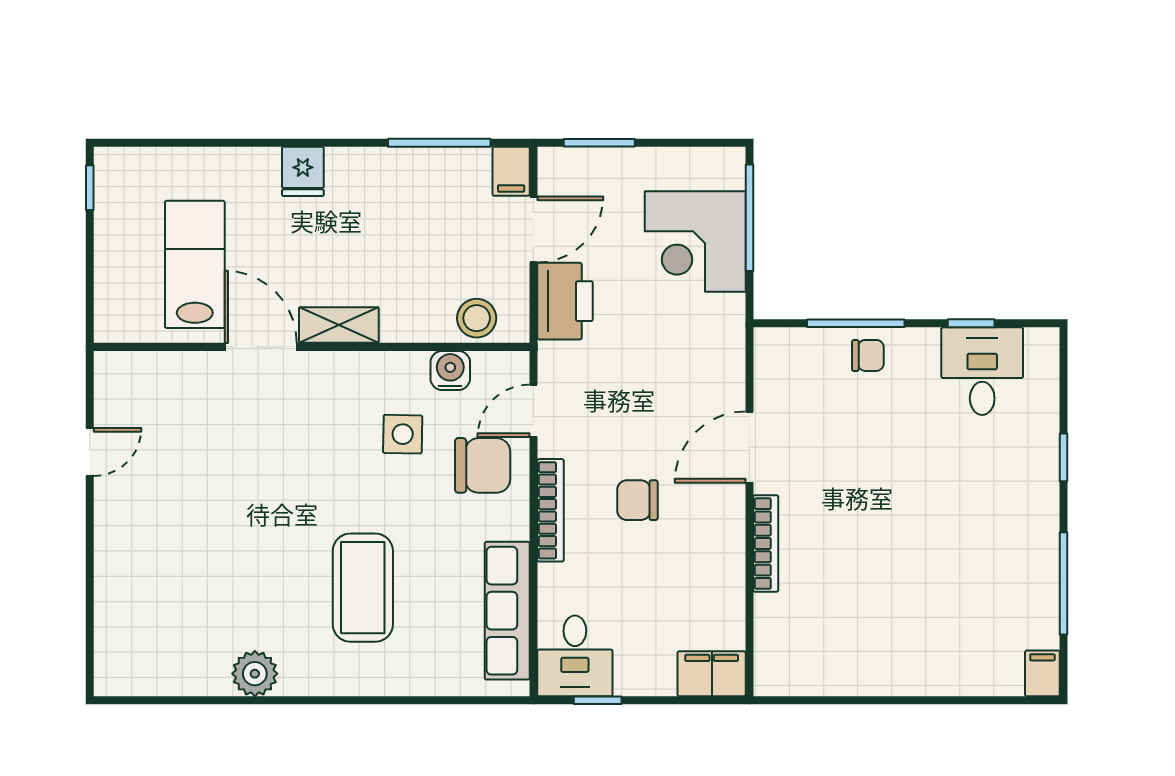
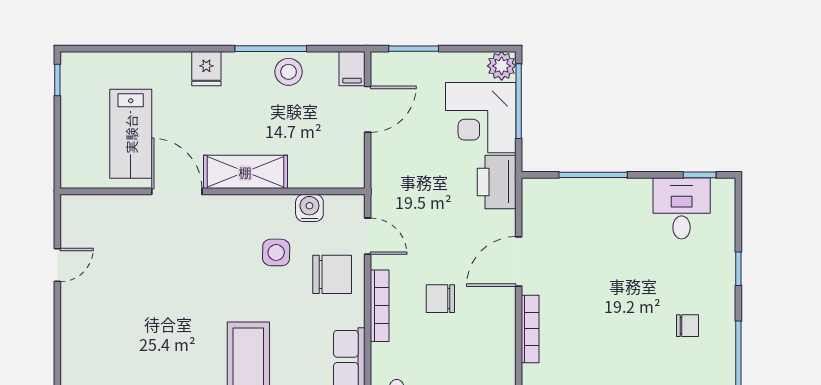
window: (439, 143) -> (271, 49), moved
plant: (725, 167) -> (502, 66), added
lab bench: (195, 264) -> (131, 134), turned 180
printer: (565, 301) -> (497, 182), moved, turned 180
stool: (477, 318) -> (289, 72), moved
window: (971, 323) -> (700, 175), moved
shelving: (339, 325) -> (245, 172), width x1.50, depth x1.33
chair: (868, 355) -> (687, 326), moved
door: (533, 411) -> (368, 236), swing flipped

